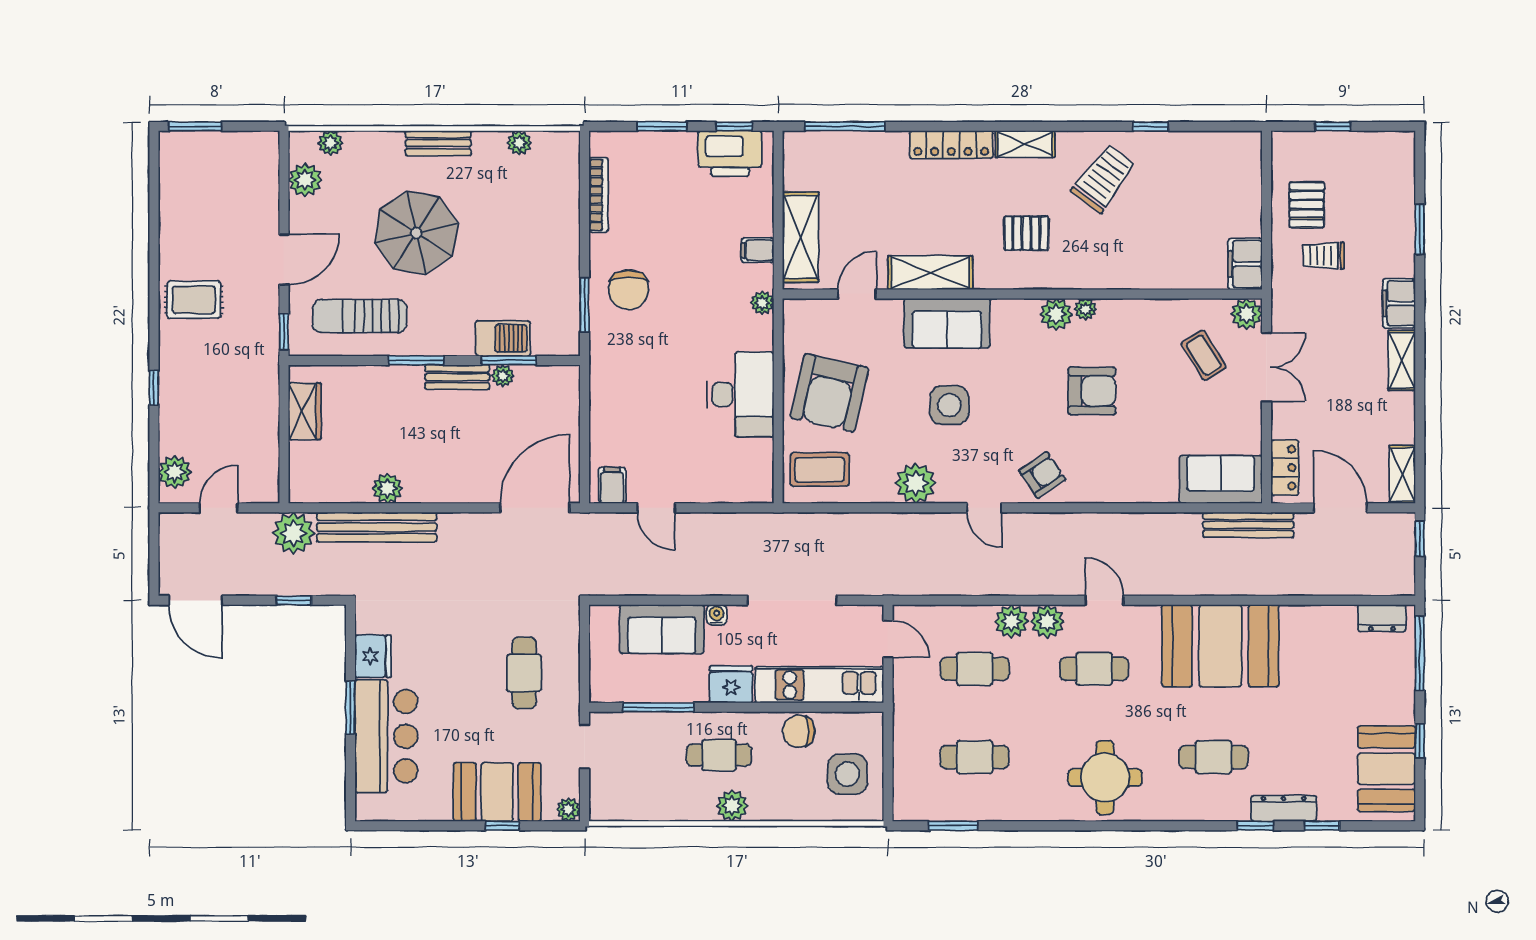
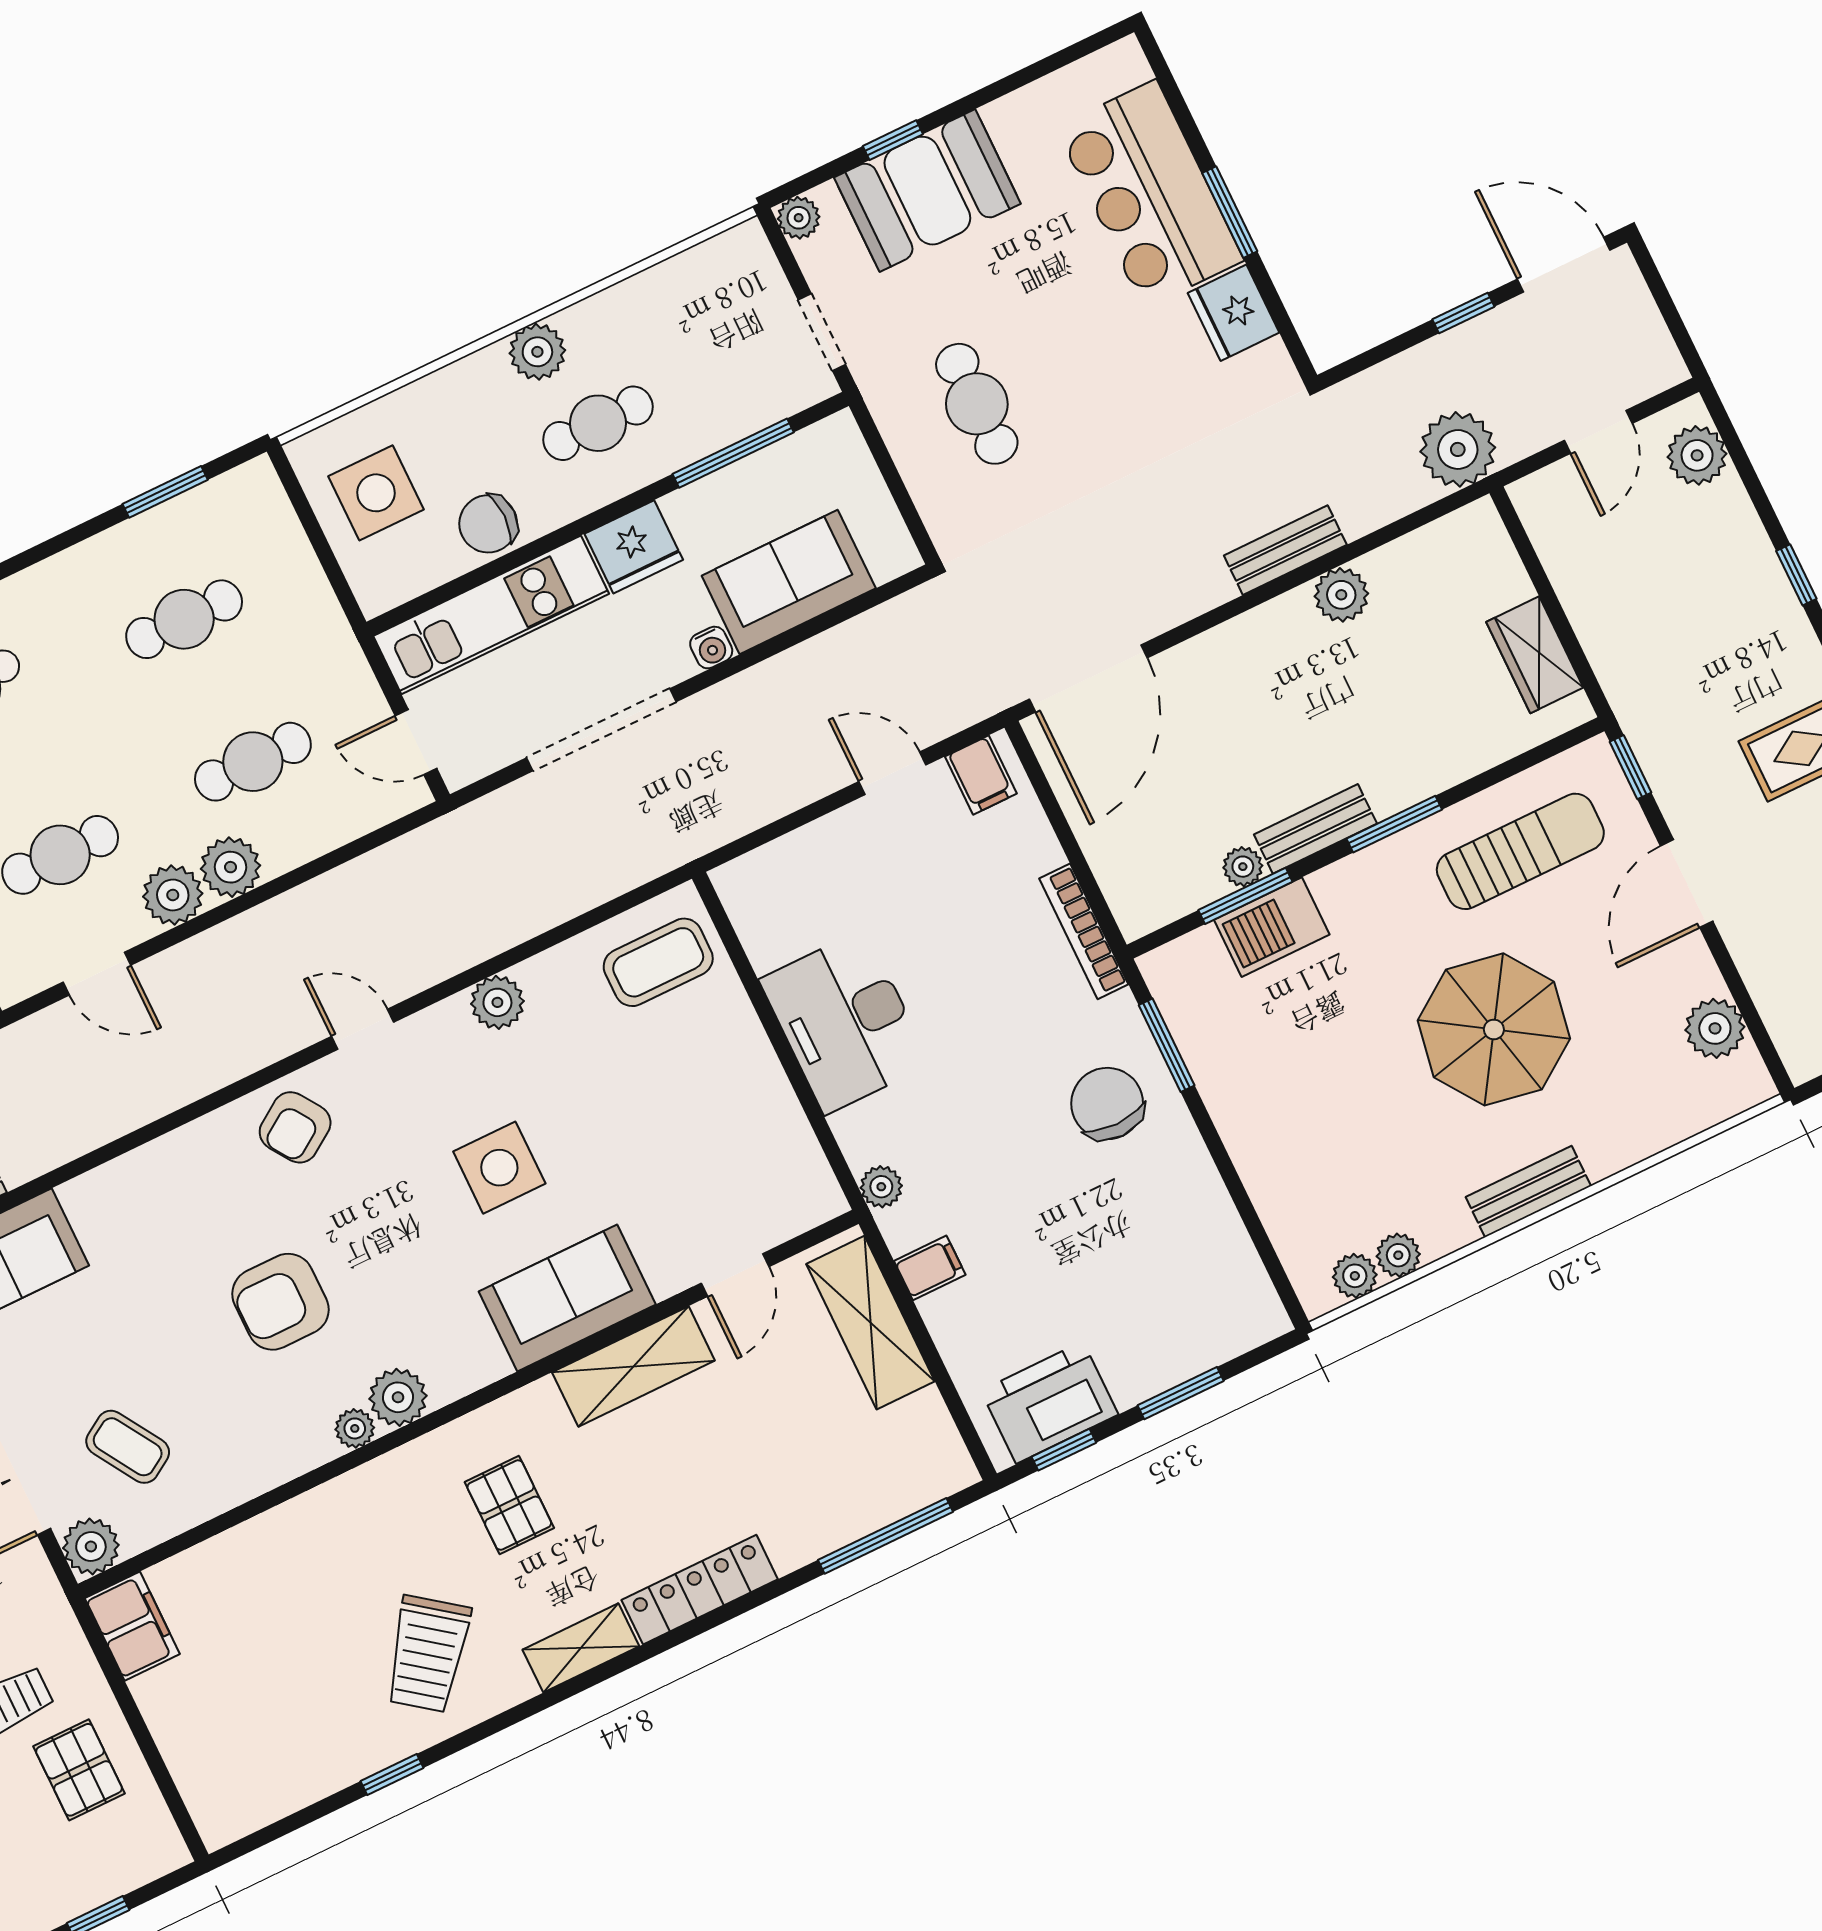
plant: (330, 143) -> (1355, 1276), moved
bookcase: (598, 195) -> (1084, 931), moved
pallet: (1026, 233) -> (509, 1505), turned 90
armchair: (829, 393) -> (702, 1094), removed
plant: (916, 483) -> (497, 1002), width x0.73, depth x0.73
bench: (377, 527) -> (1285, 550), width x0.54, depth x0.82
window: (294, 600) -> (1463, 313), moved
chair: (799, 731) -> (488, 524), turned 180

